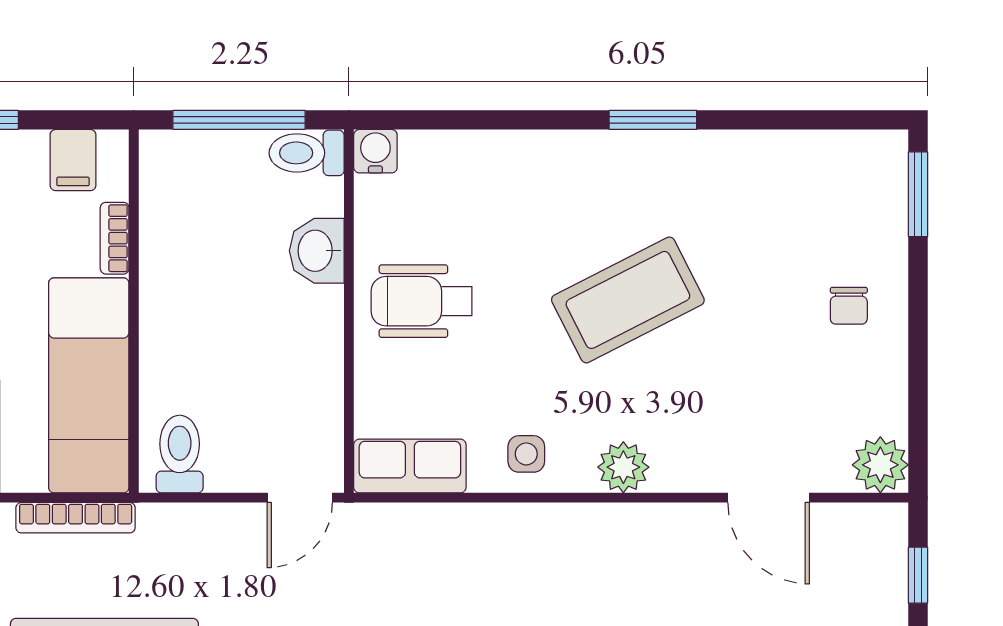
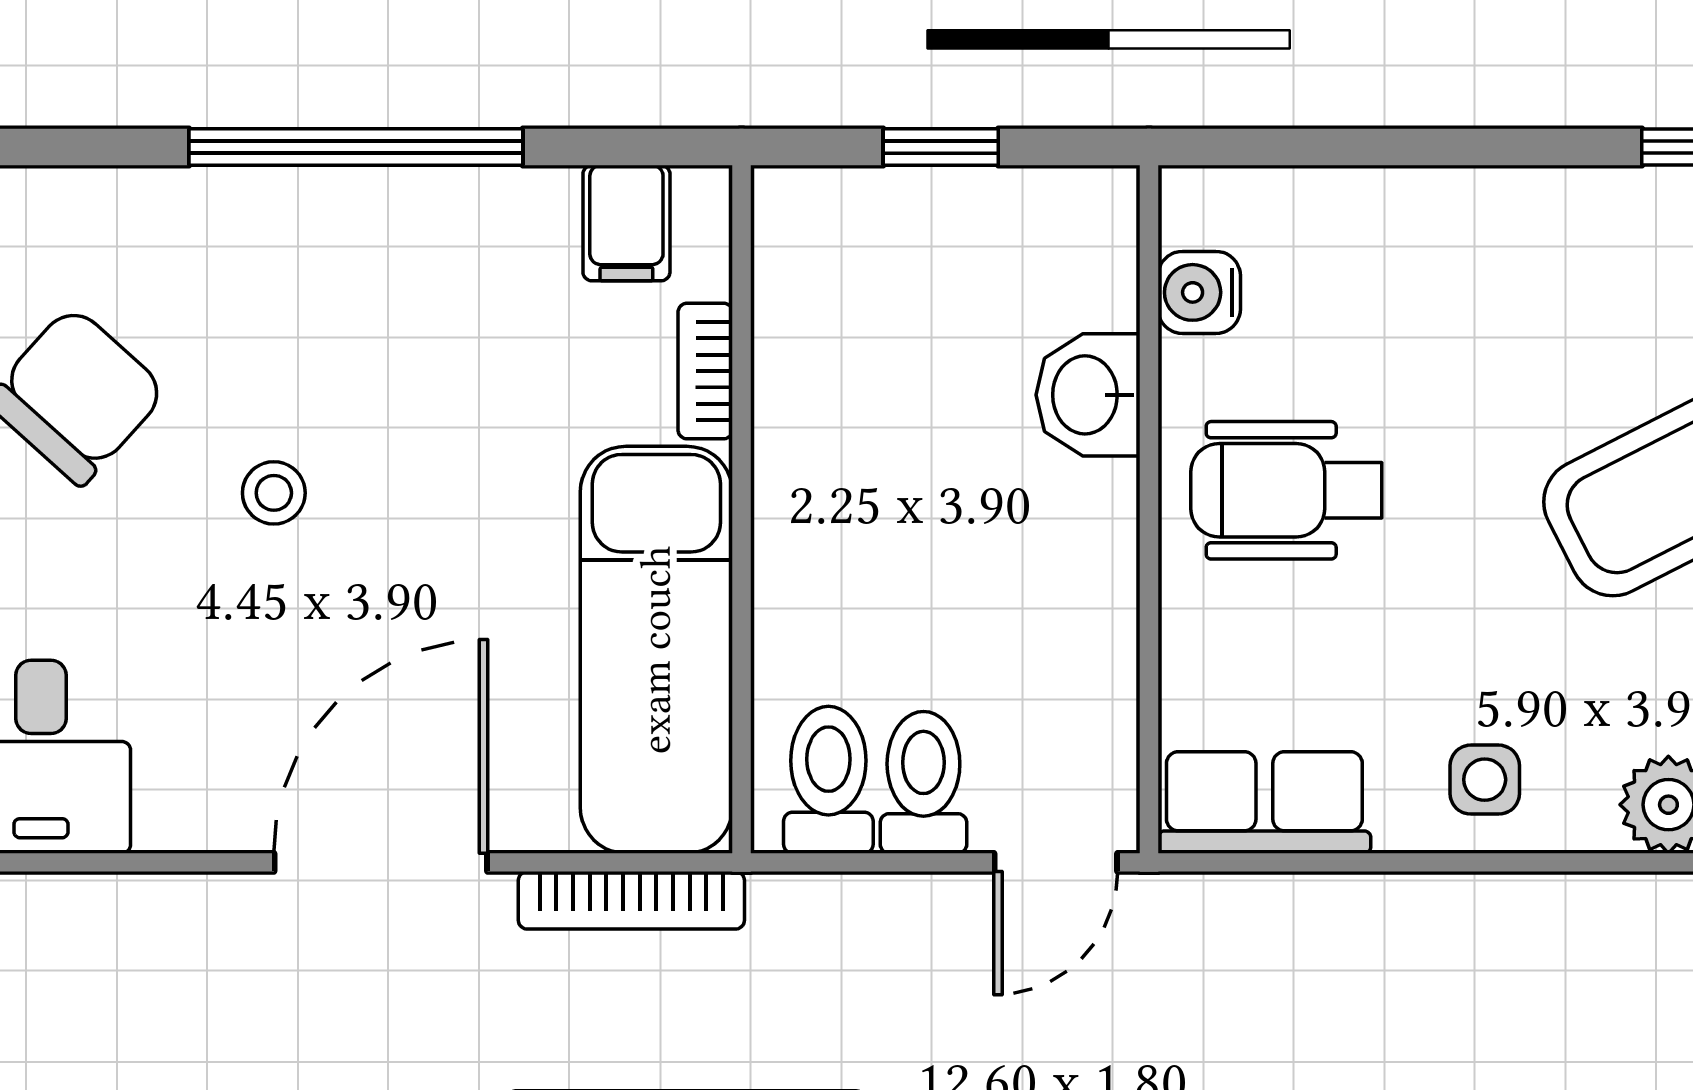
window: (239, 120) -> (941, 147), width x0.46
water cooler: (375, 151) -> (1199, 292), moved, turned -90
toilet: (307, 153) -> (923, 782), moved, turned 90

